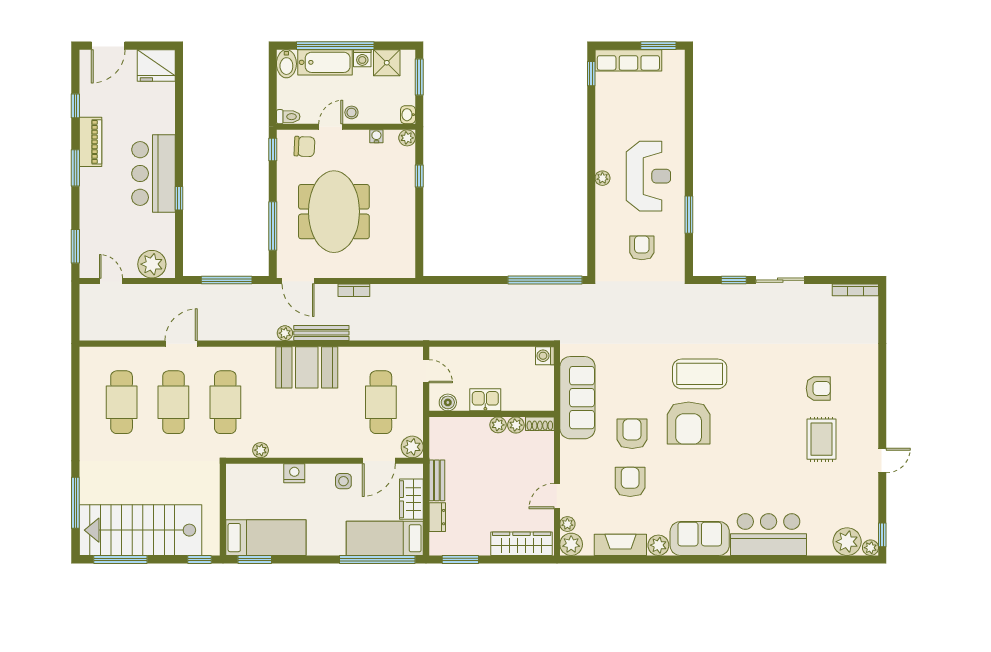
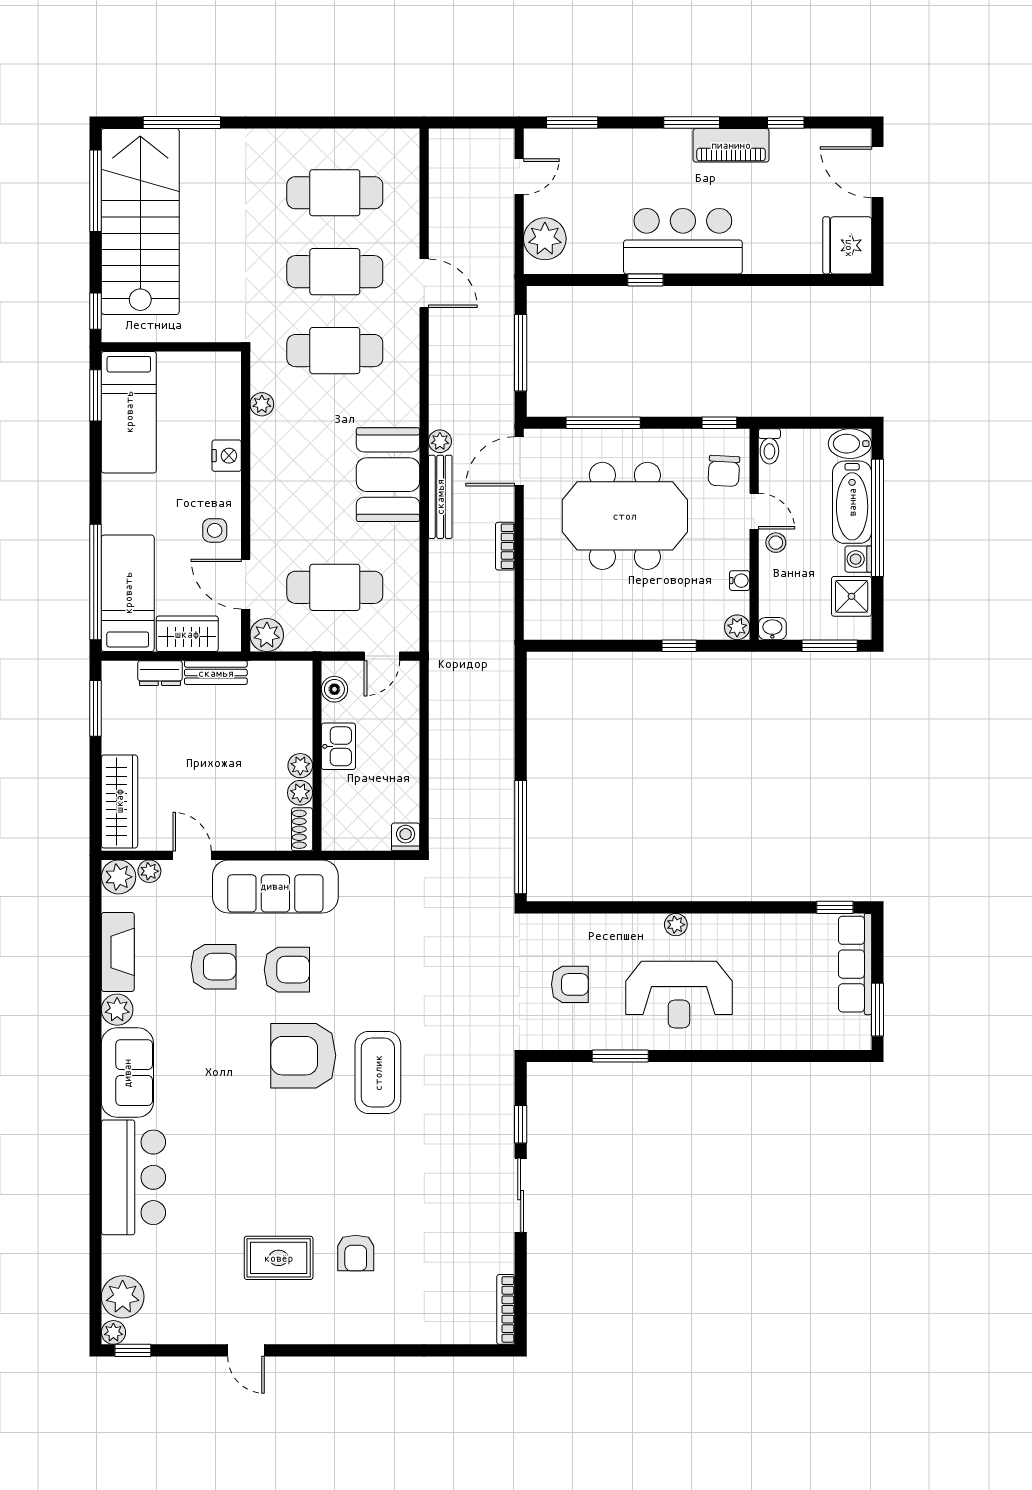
sofa: (577, 398) -> (275, 886), moved

